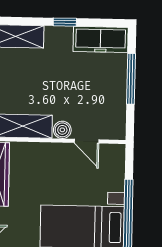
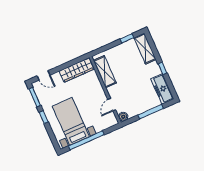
boiler: (62, 130) -> (123, 117), moved

